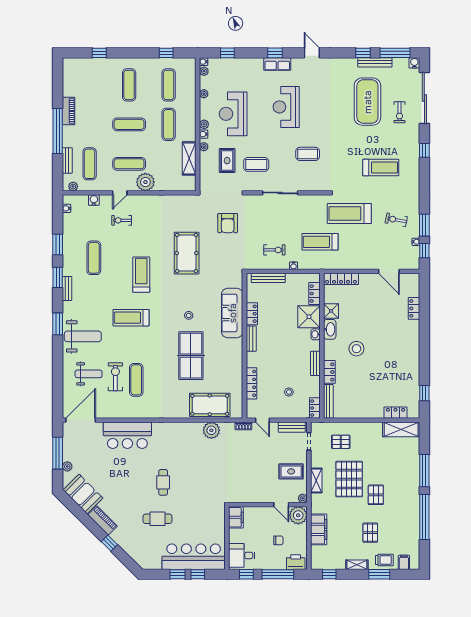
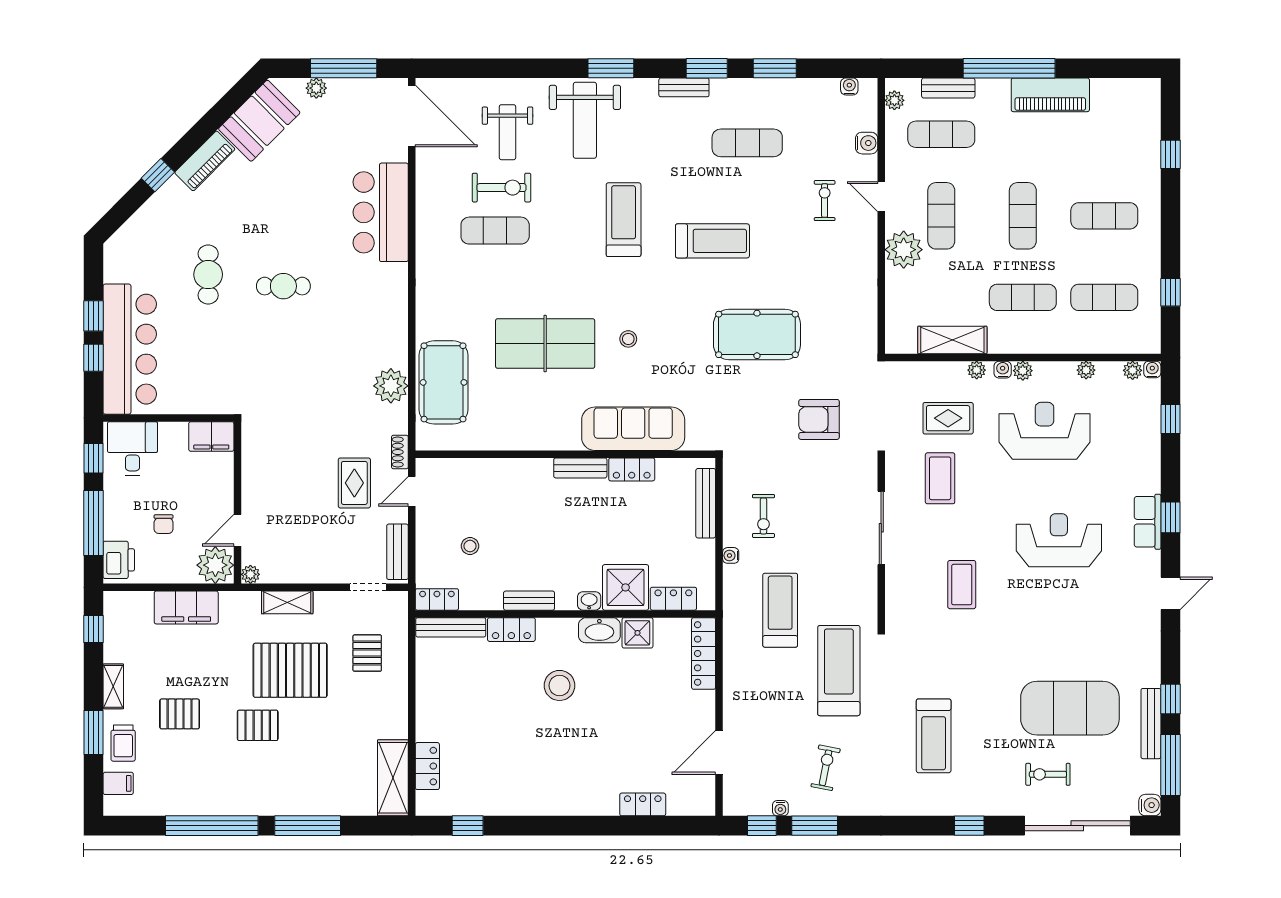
piano: (68, 111) -> (1050, 95), width x1.37, depth x1.33
locker: (251, 383) -> (488, 469), removed
rug: (291, 471) -> (354, 483), moved

